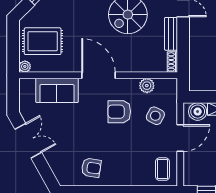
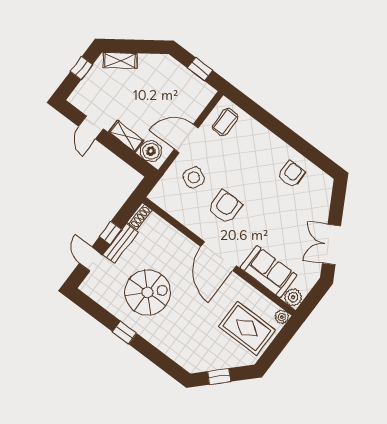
window: (183, 36) -> (111, 233), added
plant: (147, 86) -> (293, 297), moved
armchair: (119, 112) -> (225, 207), turned -90
armchair: (91, 168) -> (291, 174), turned 81

